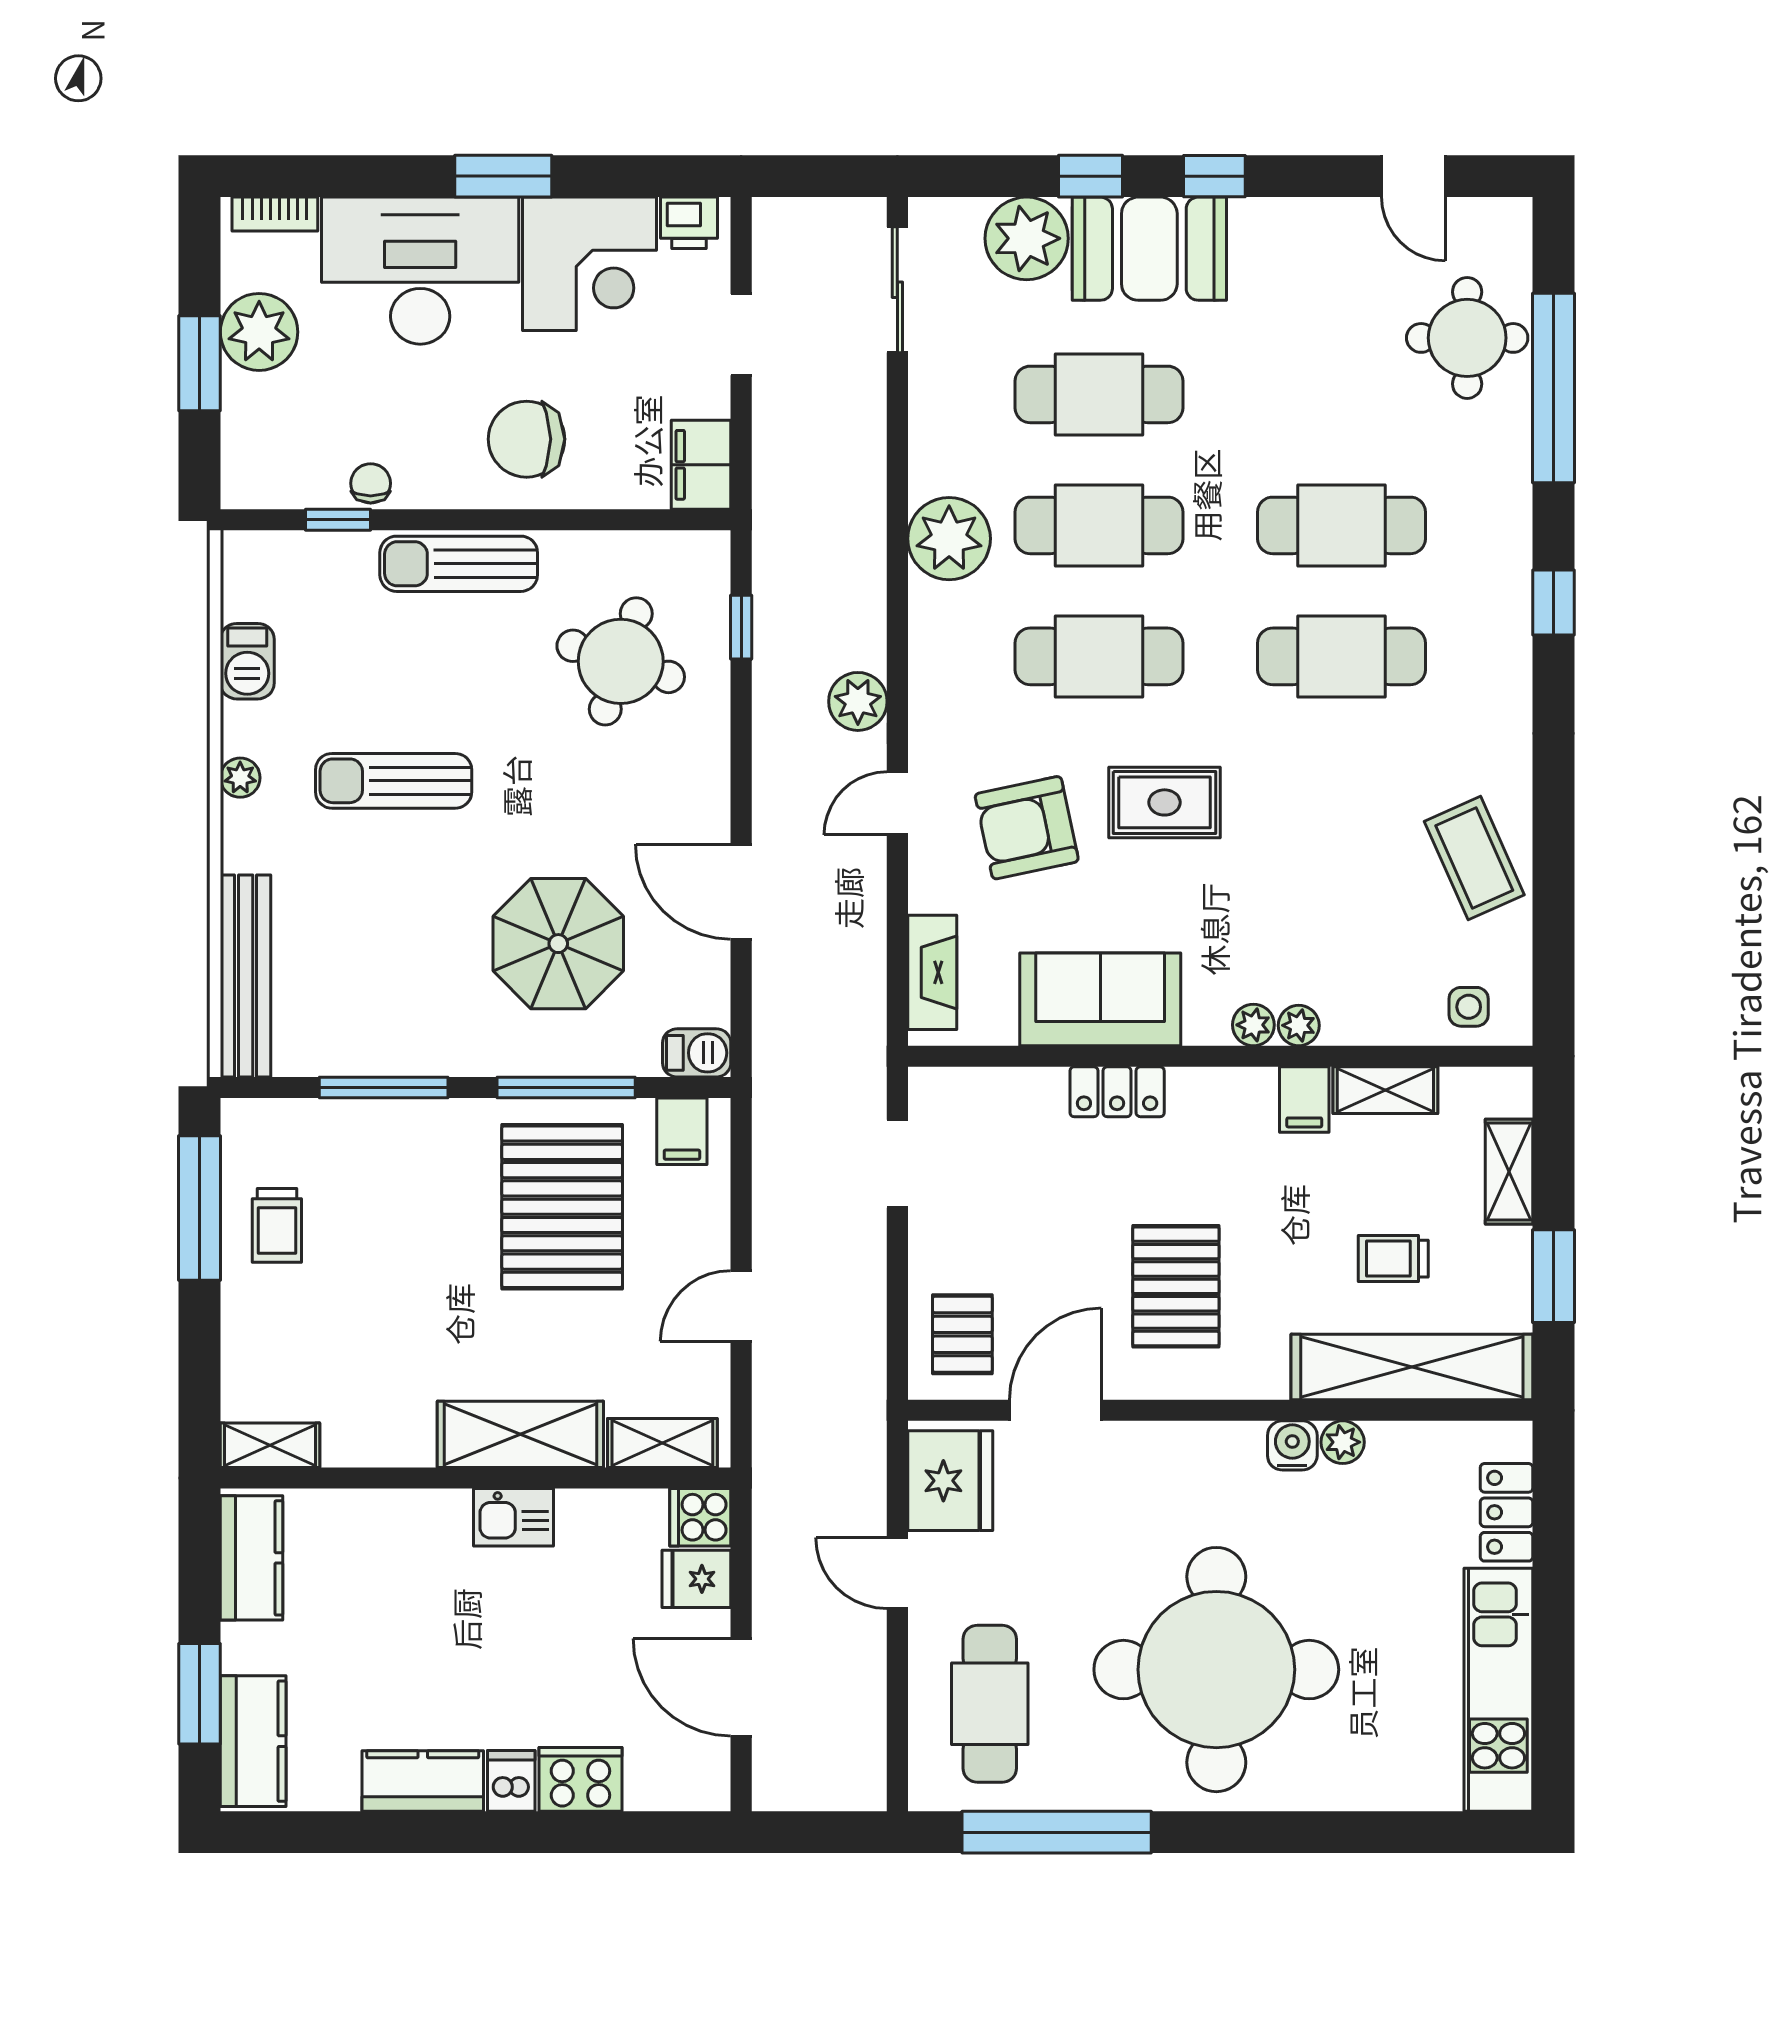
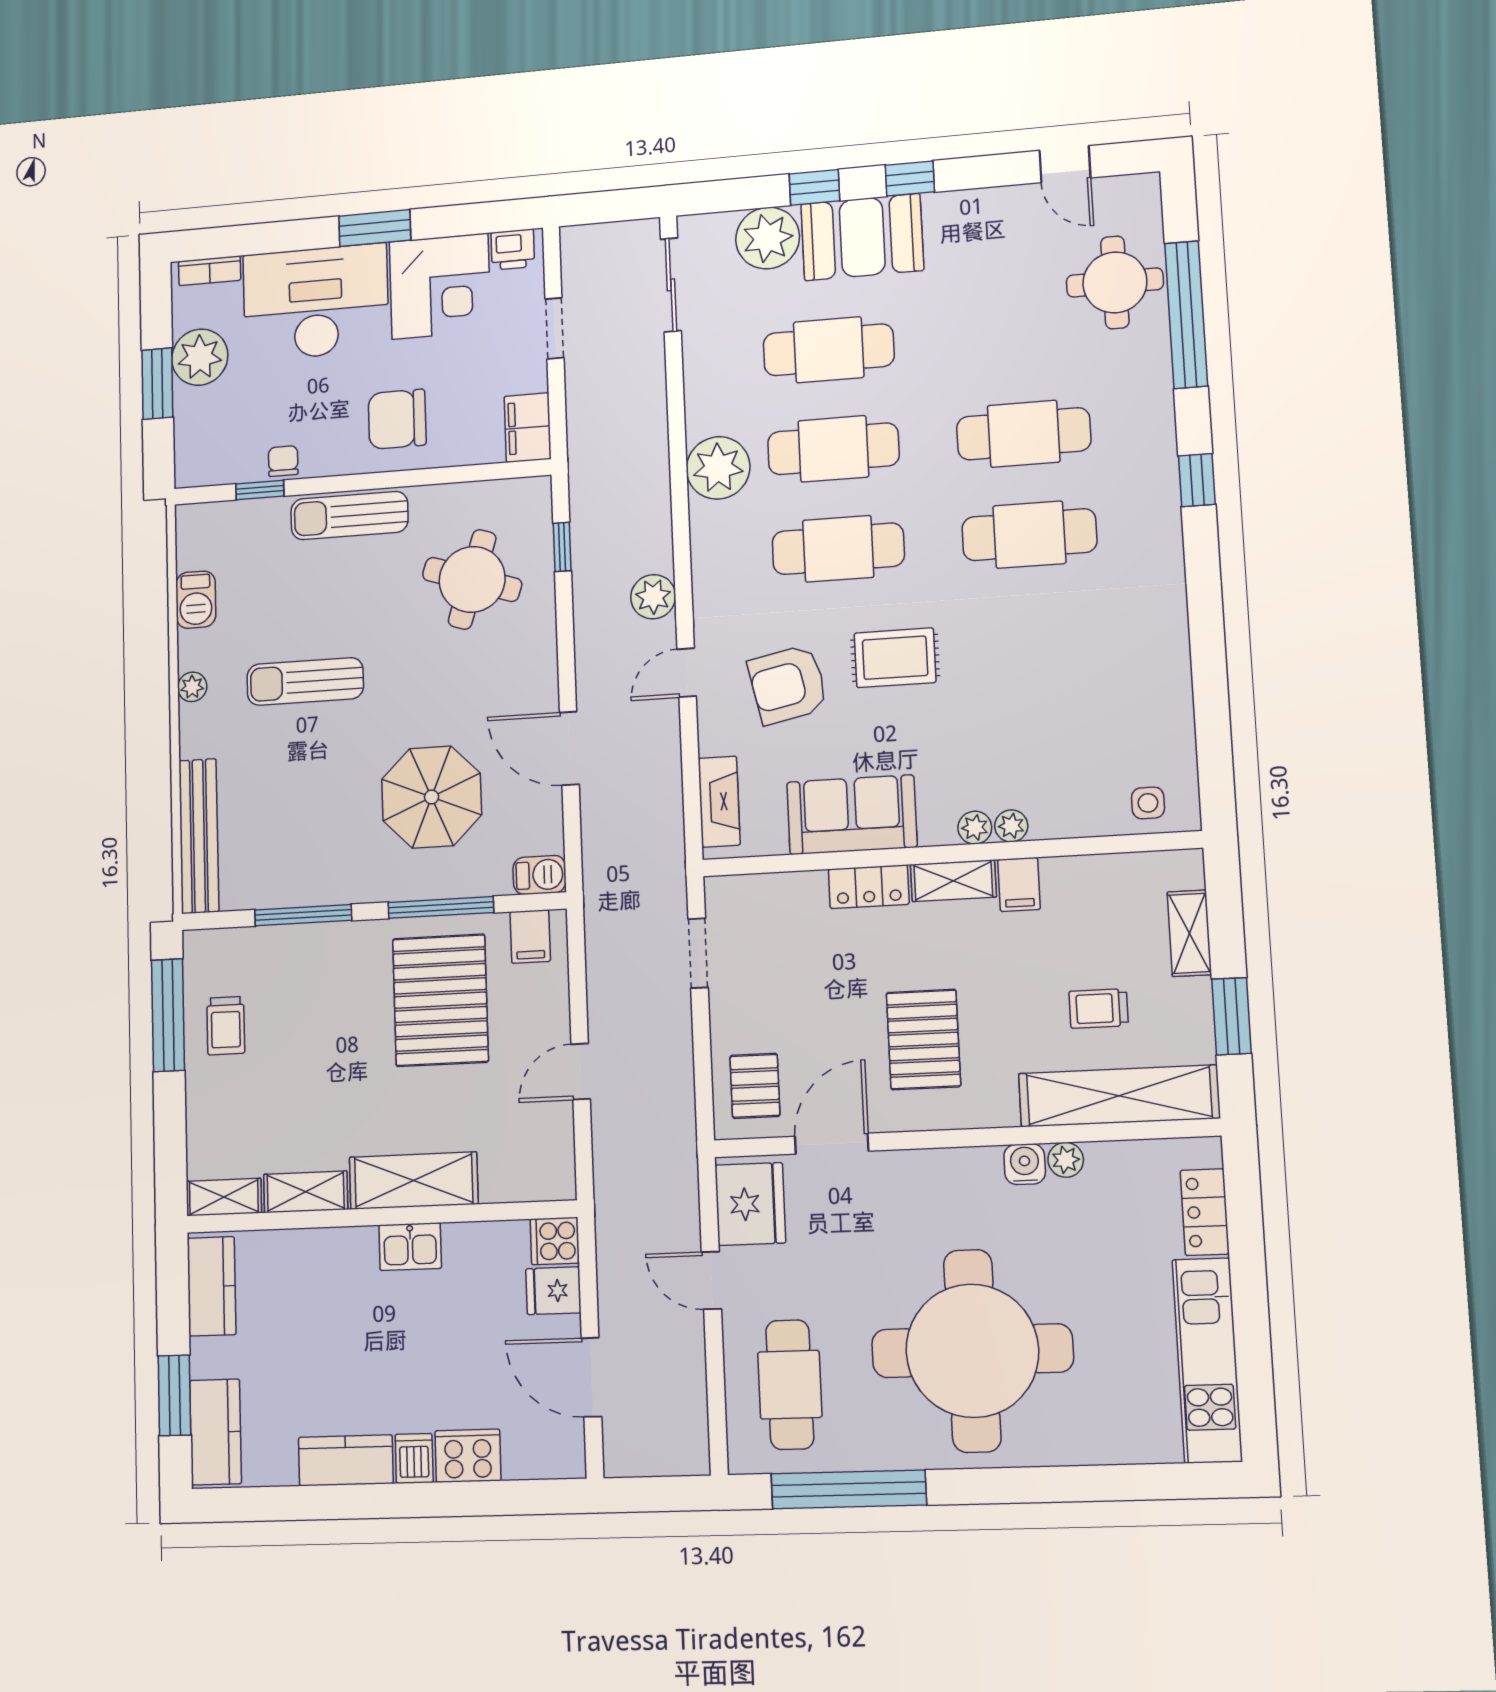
coffee table: (1474, 858) -> (1145, 685), removed
shelving: (1385, 1090) -> (953, 881), moved
shelving: (662, 1443) -> (306, 1192), moved

